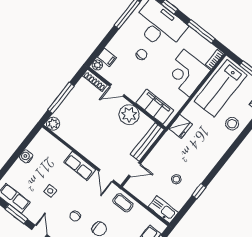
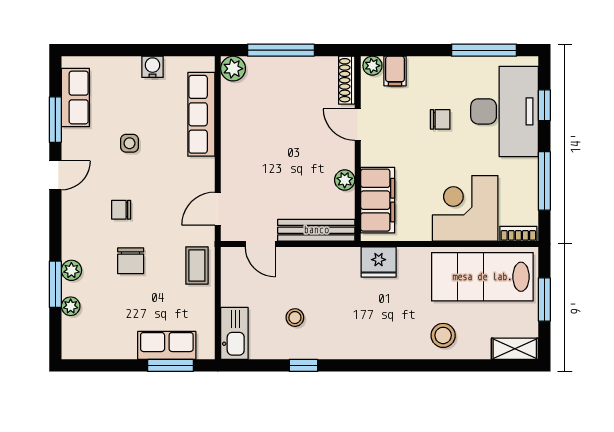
plant: (129, 115) -> (345, 180), width x0.53, depth x0.53
row of seats: (80, 166) -> (201, 114), moved, width x1.48

